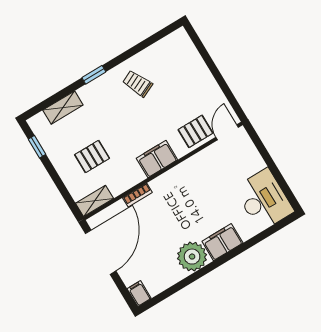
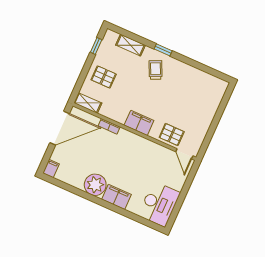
trolley: (138, 84) -> (156, 70), moved
door: (227, 132) -> (184, 154), swing flipped
pallet: (92, 156) -> (104, 77), moved

